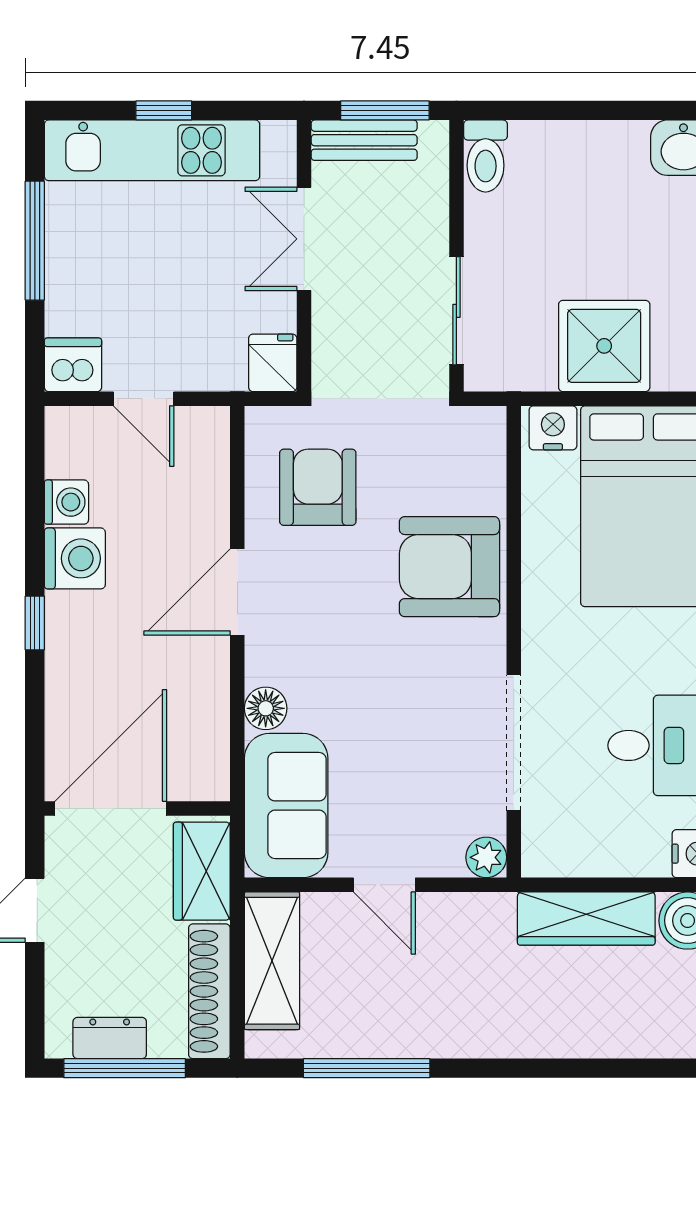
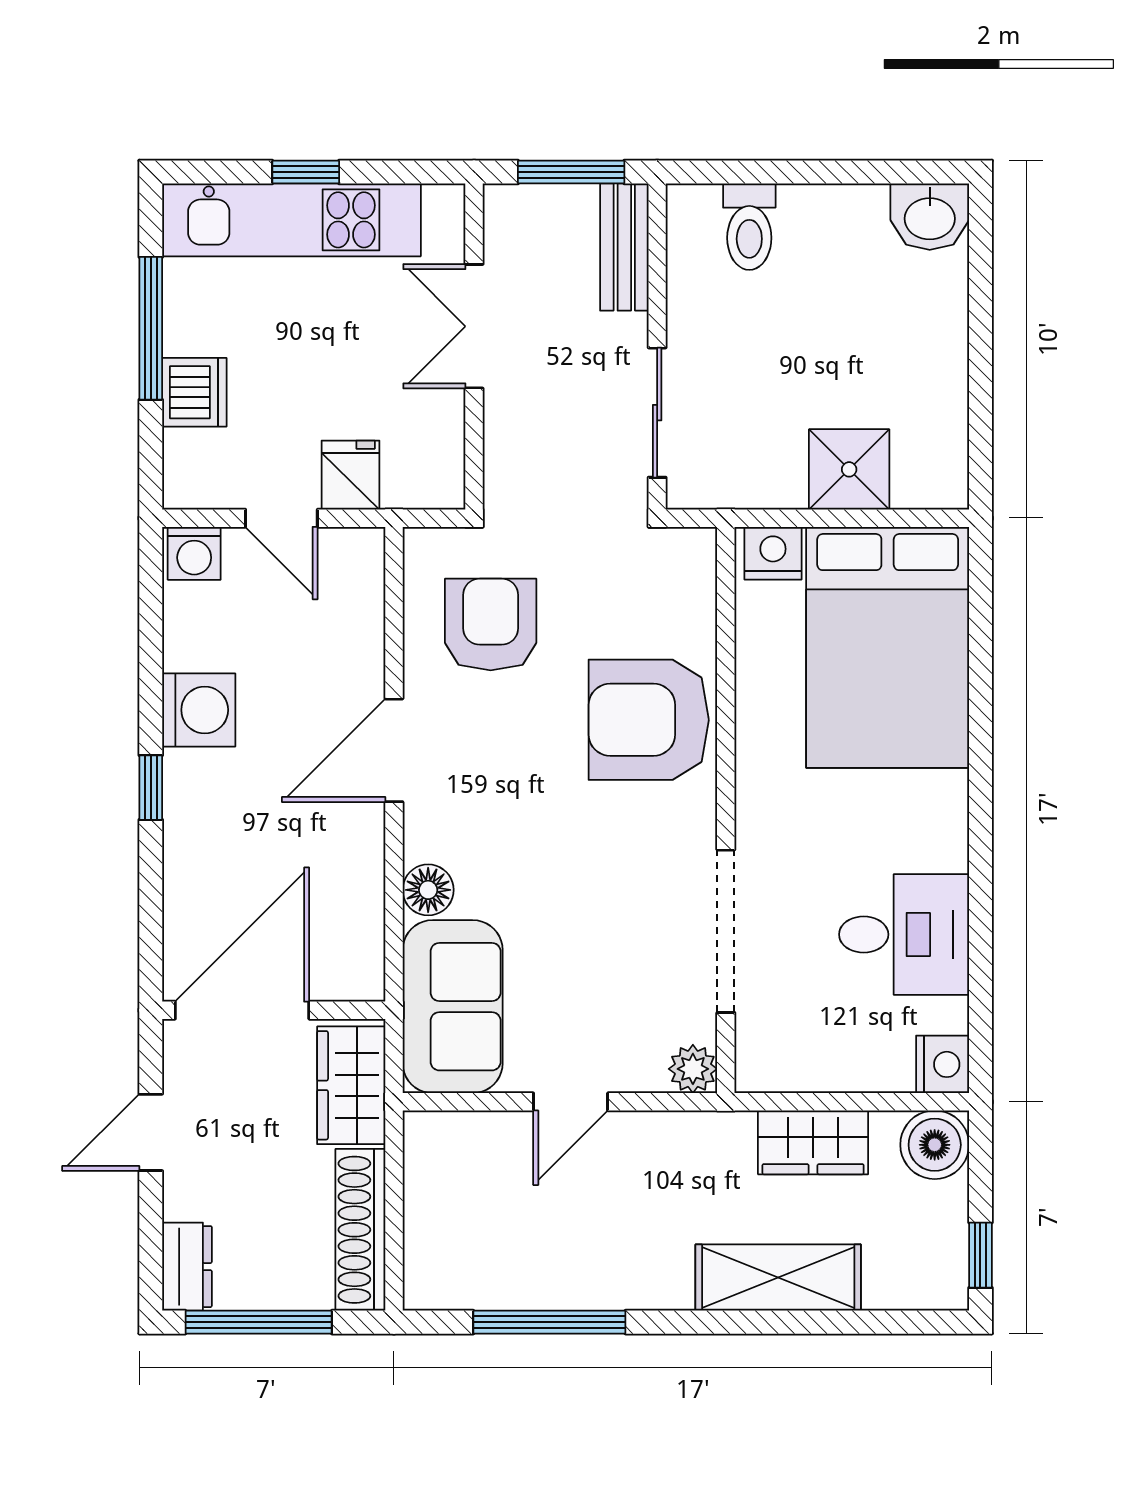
bench: (364, 140) -> (624, 247), moved, turned 90
toilet: (486, 156) -> (749, 227), moved
shower: (604, 346) -> (849, 469), width x0.73, depth x0.73
fridge: (273, 363) -> (350, 475), moved
dishwasher: (73, 365) -> (194, 392), moved, turned 90
washing machine: (66, 502) -> (194, 553), moved, turned 90
door: (384, 885) -> (571, 1102), hinge flipped
wardrobe: (586, 919) -> (813, 1142), width x0.67
shelving: (272, 961) -> (778, 1278), moved, turned 90
dresser: (110, 1038) -> (187, 1267), moved, turned 90

